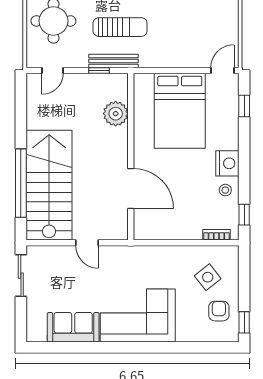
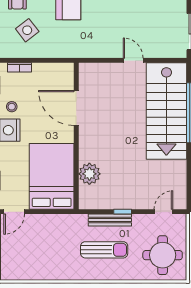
sun lounger: (120, 27) -> (104, 250), turned 180
plant: (116, 114) -> (89, 174), moved
wall: (131, 157) -> (76, 136), moved
door: (131, 189) -> (76, 108), moved

